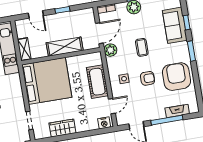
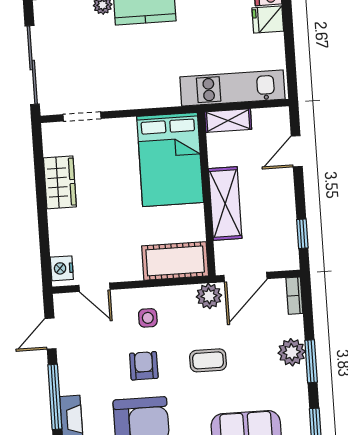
window: (62, 10) -> (302, 234), moved
door: (99, 33) -> (246, 277), hinge flipped
armchair: (148, 78) -> (144, 366), turned 180
bed: (47, 81) -> (170, 159), width x0.73
cot: (97, 82) -> (175, 261), moved

